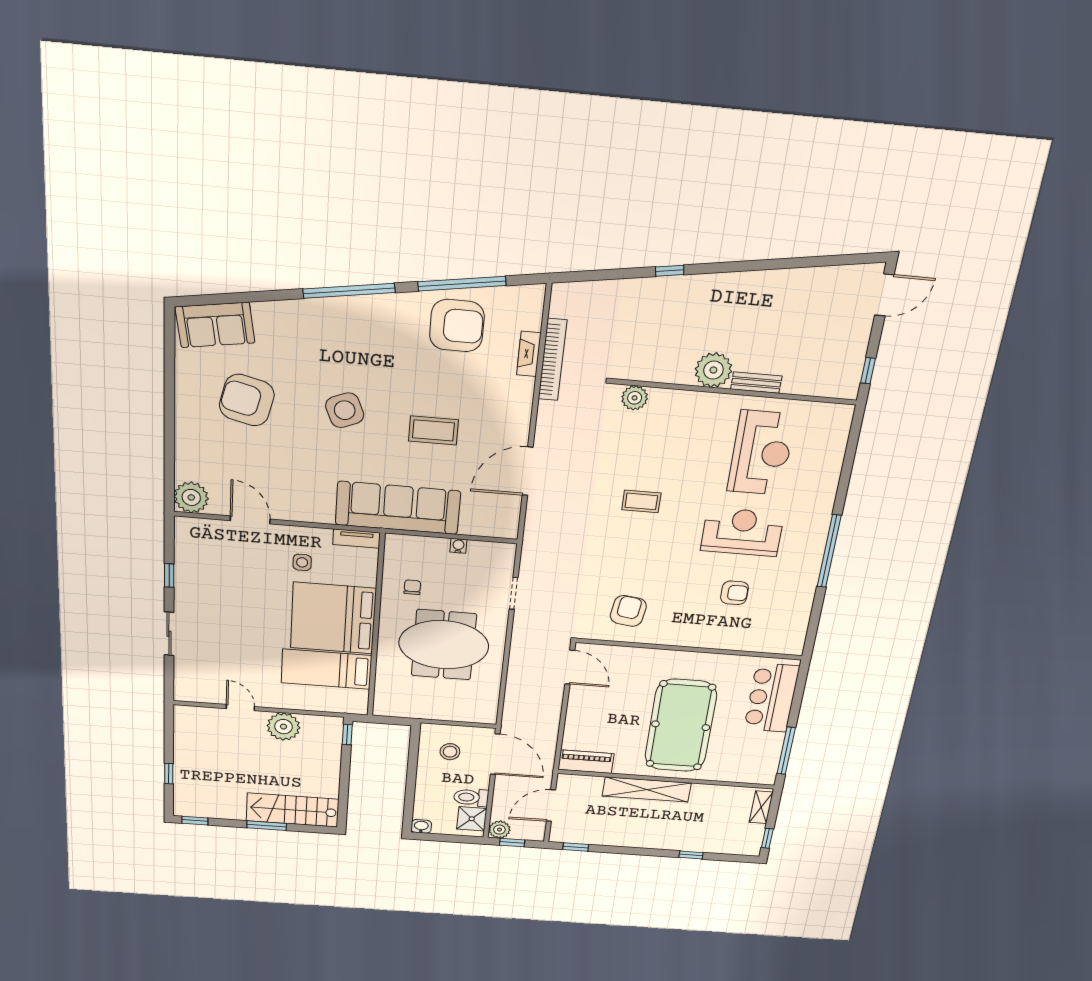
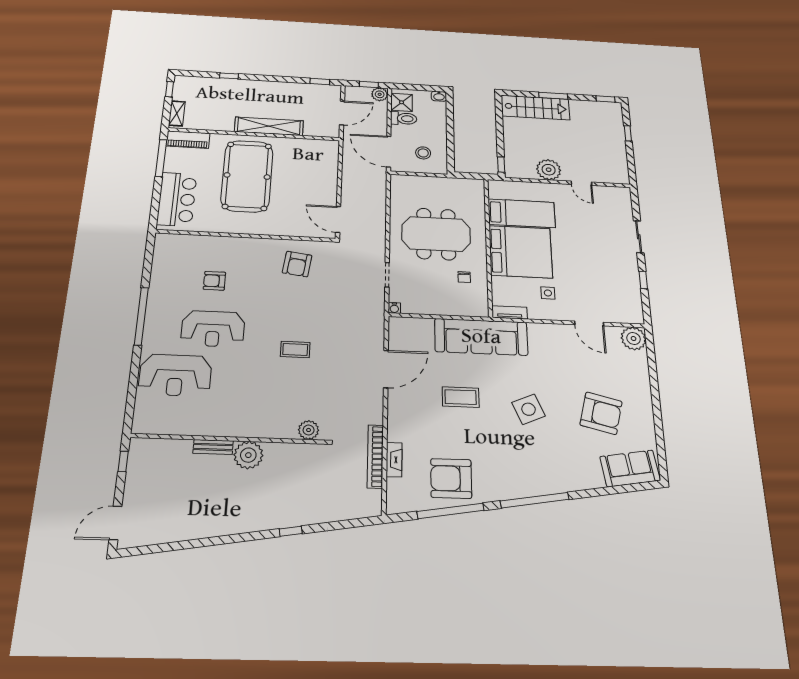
reception desk: (761, 453) -> (175, 375), moved, turned -90
water cooler: (458, 546) -> (394, 308), moved
piano: (586, 762) -> (188, 140), moved

